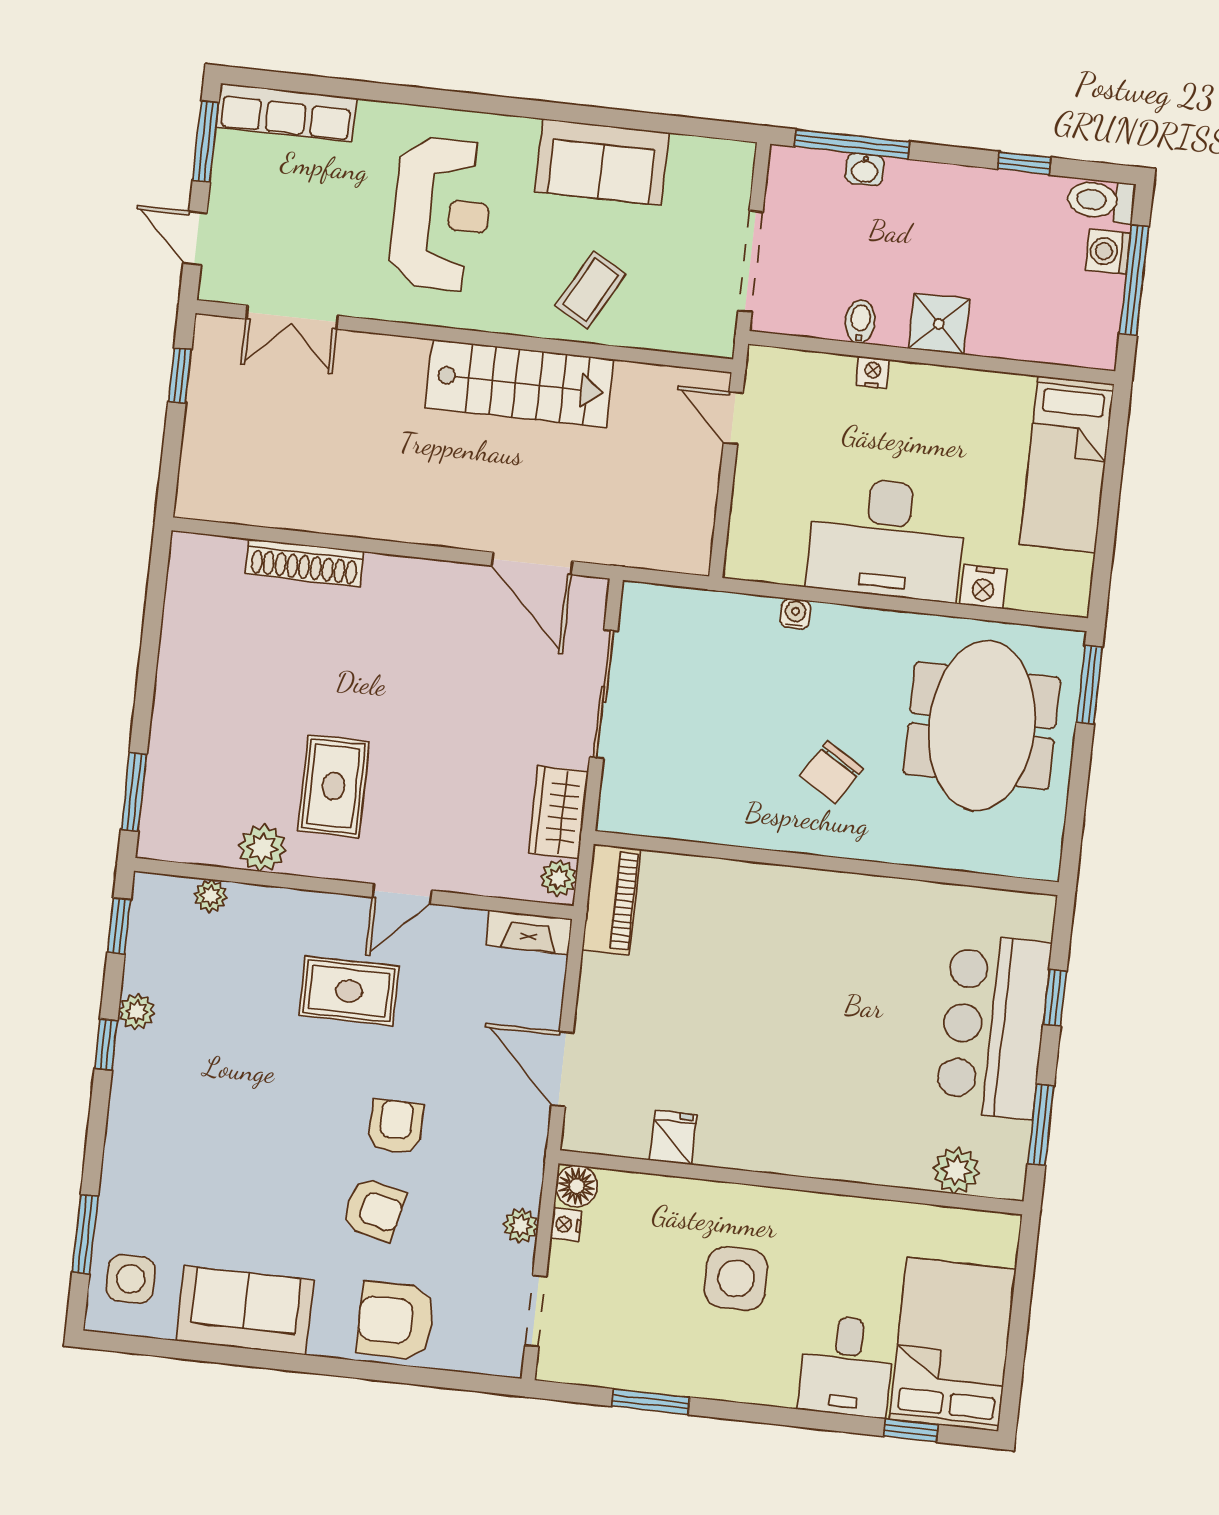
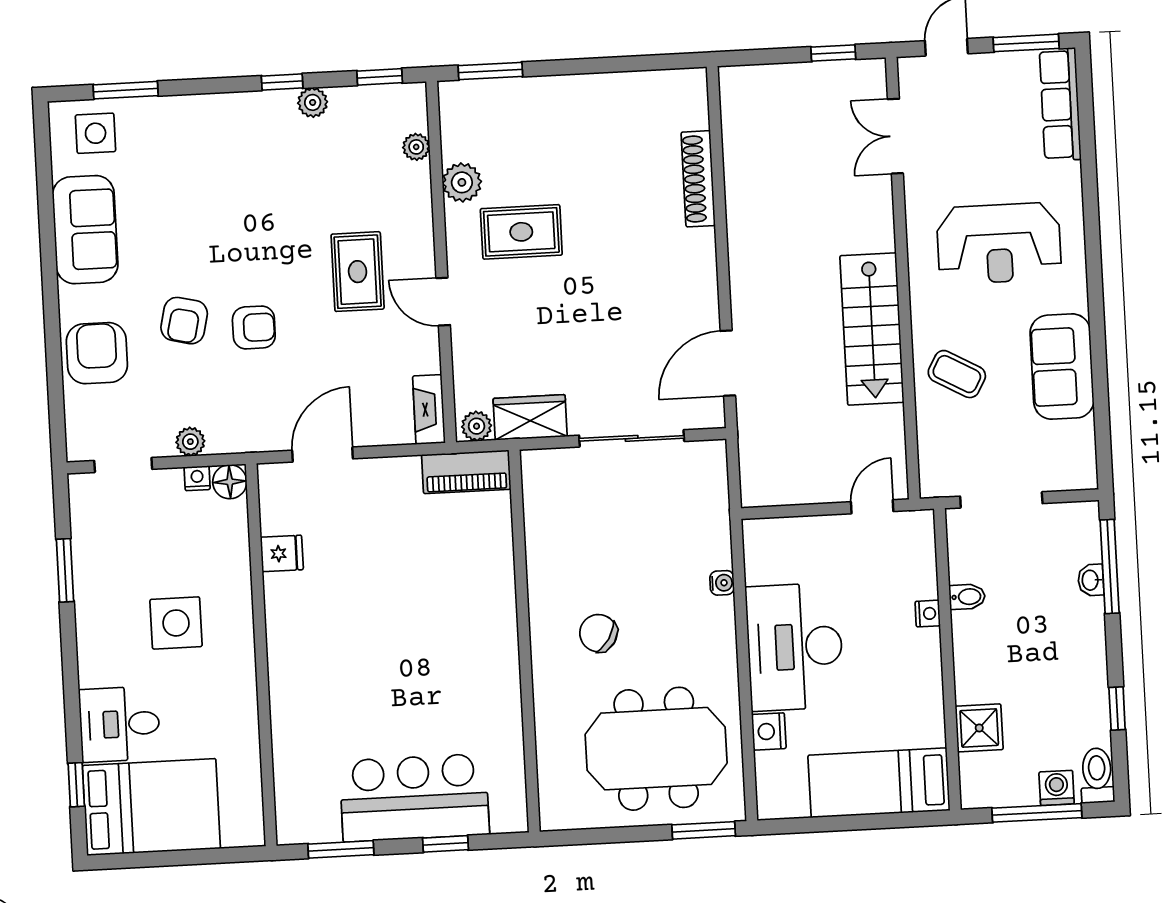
shower: (939, 324) -> (979, 728), moved
plant: (956, 1170) -> (293, 787), removed

